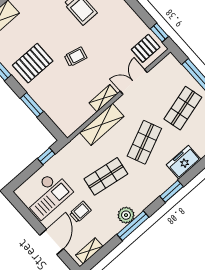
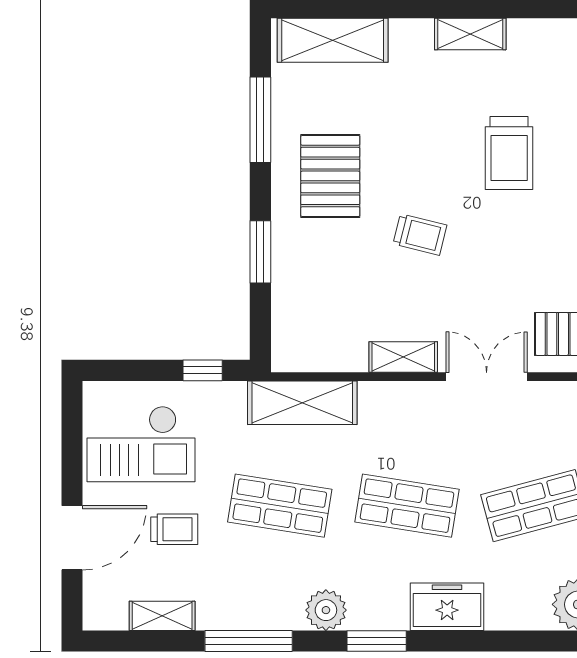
pallet: (33, 63) -> (330, 176), turned 90
shelving: (102, 124) -> (302, 403), moved
shop shelf: (144, 142) -> (407, 506), turned 33
plant: (126, 215) -> (326, 610), moved
shelving: (89, 251) -> (162, 616), moved

